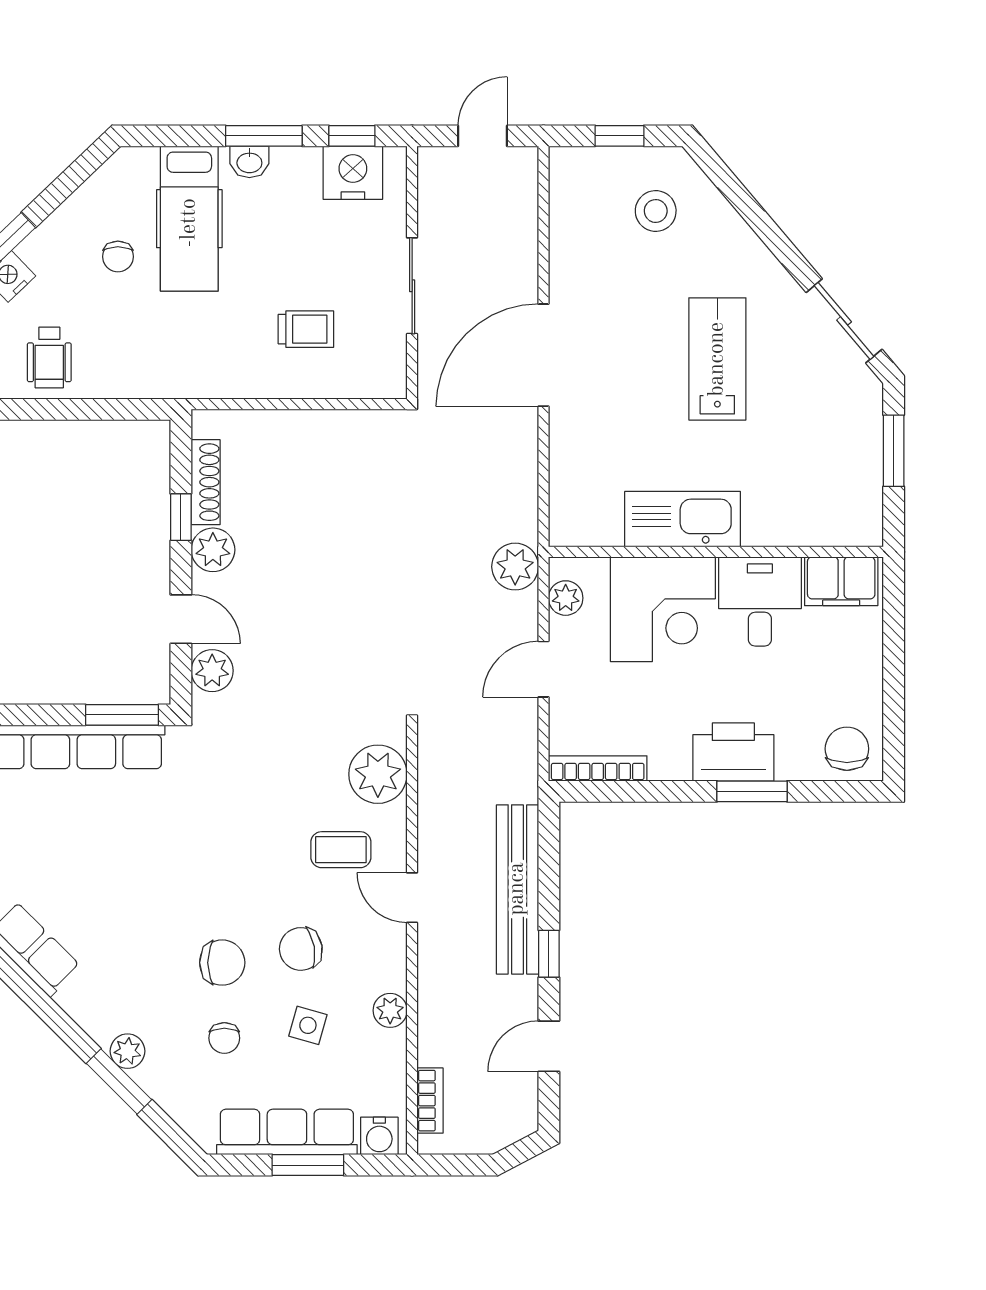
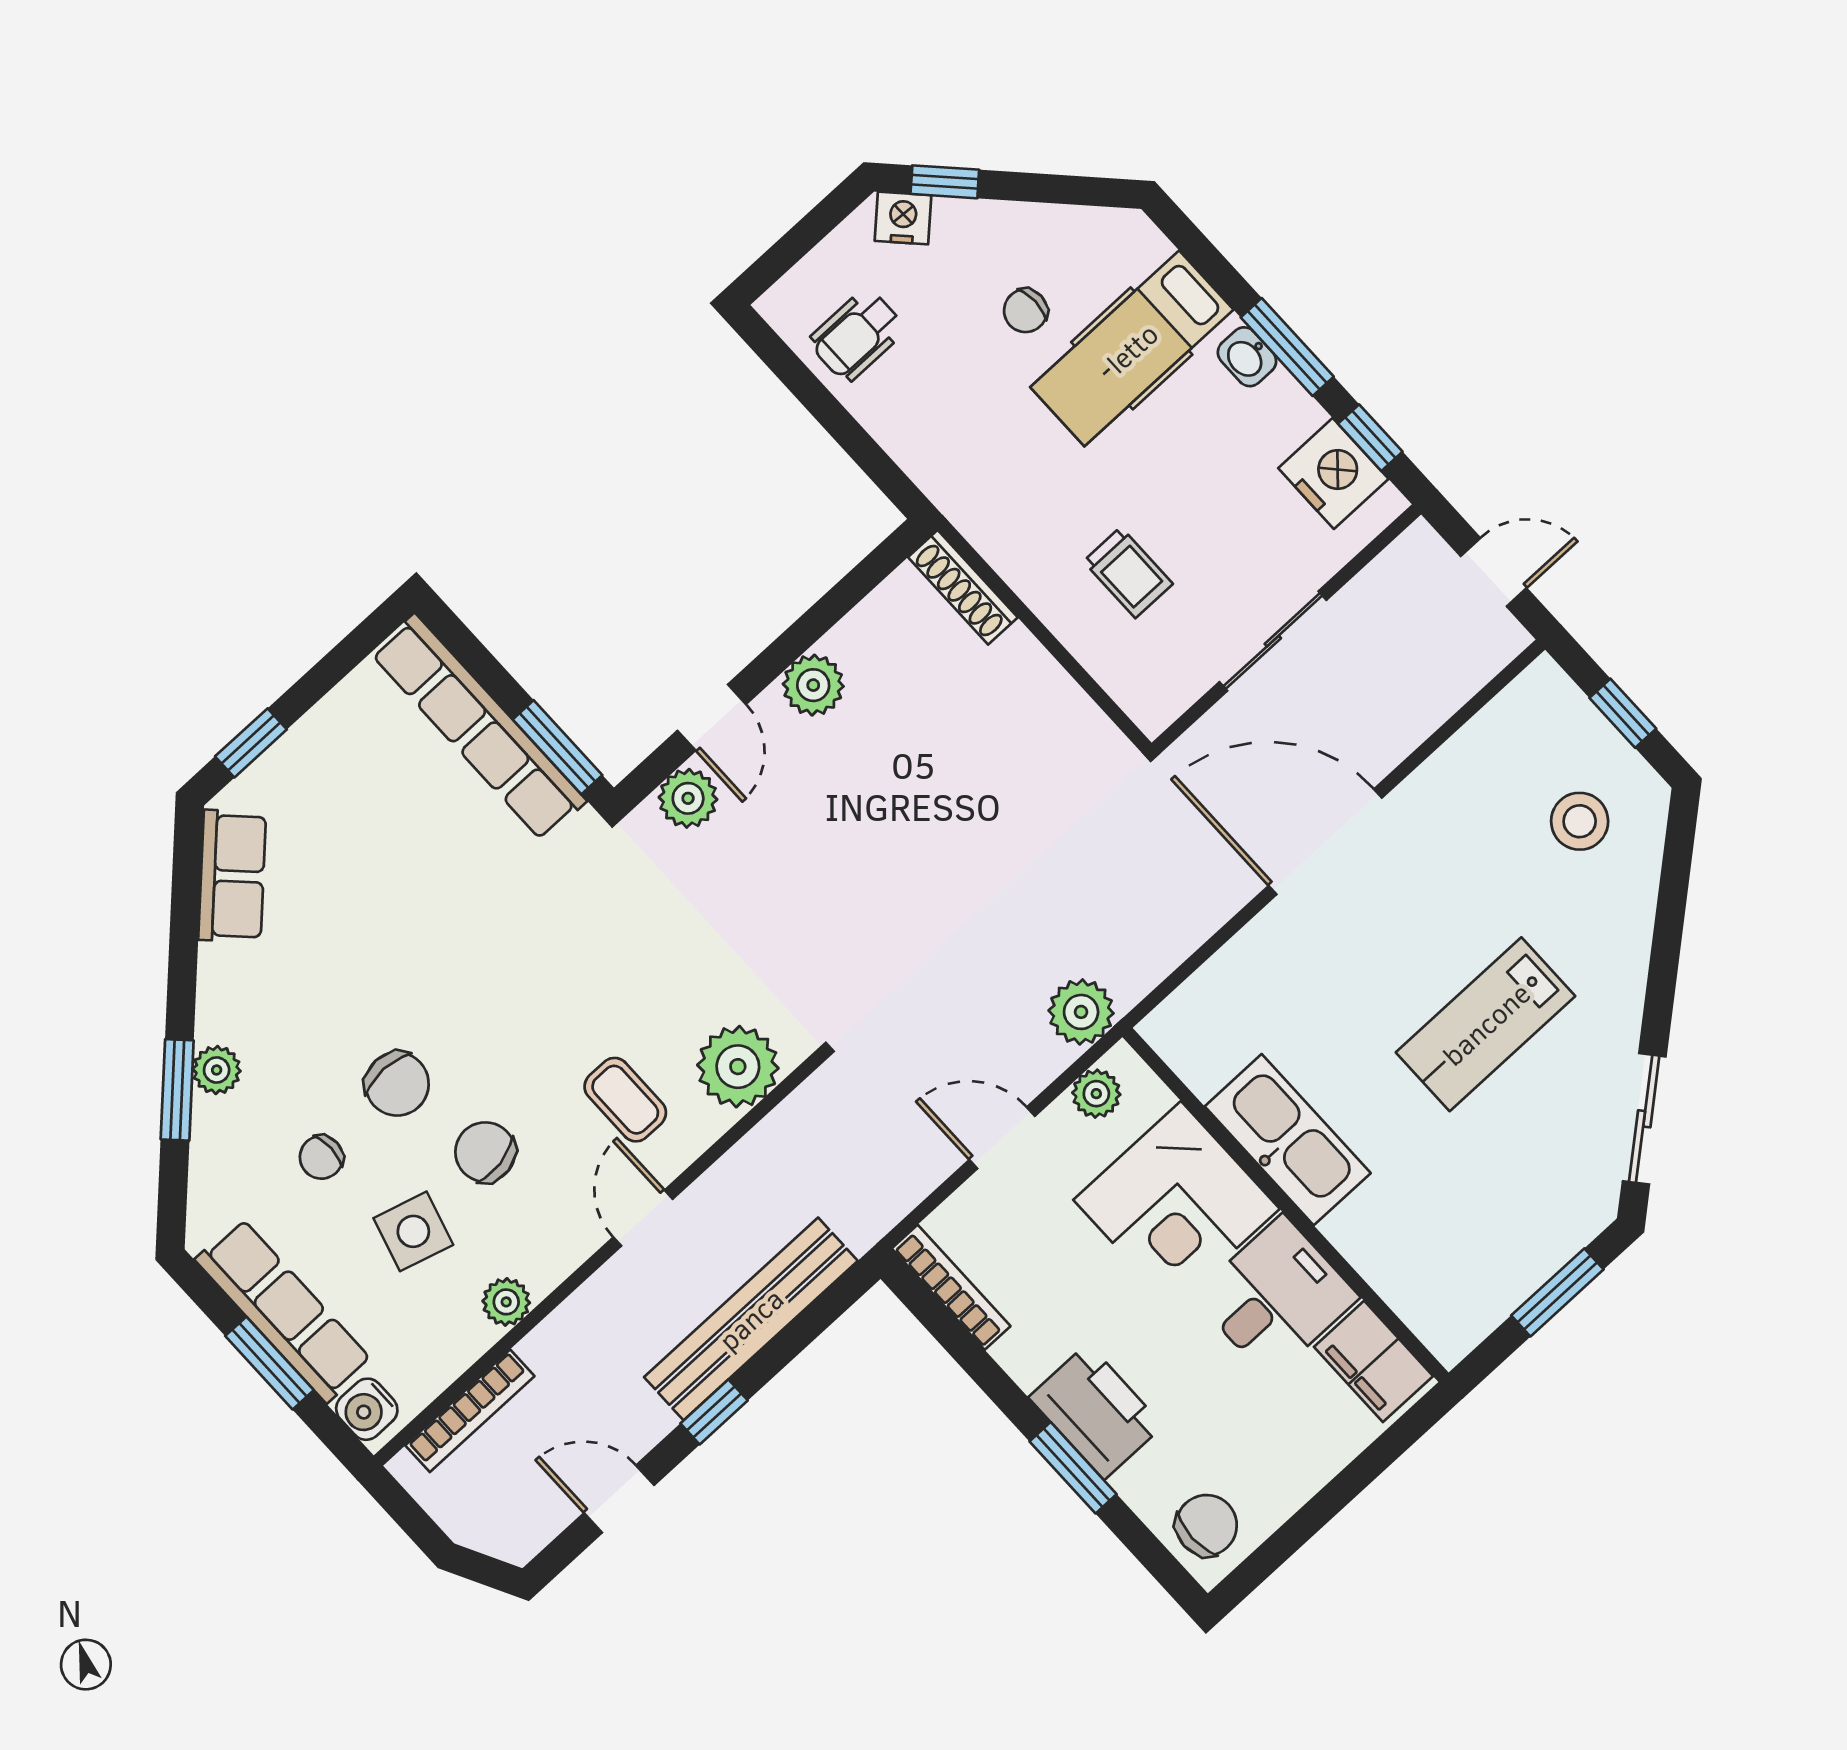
lab bench: (717, 359) -> (1486, 1024), turned 180
shoe rack: (206, 482) -> (963, 587), moved, turned 90
window: (181, 517) -> (817, 621), removed
side table: (308, 1025) -> (413, 1231), width x1.37, depth x1.37
bookcase: (430, 1101) -> (470, 1411), width x1.56

